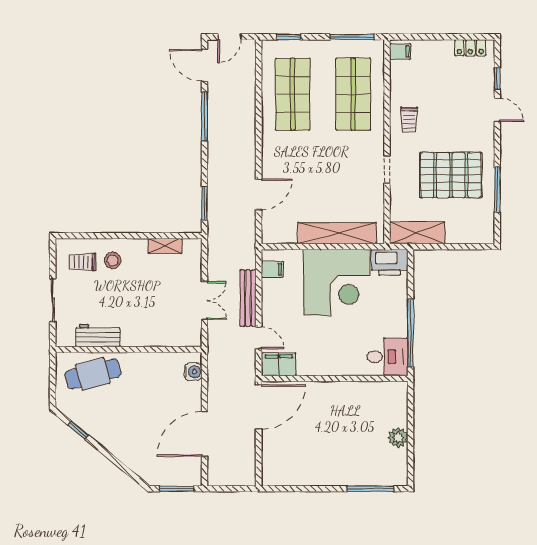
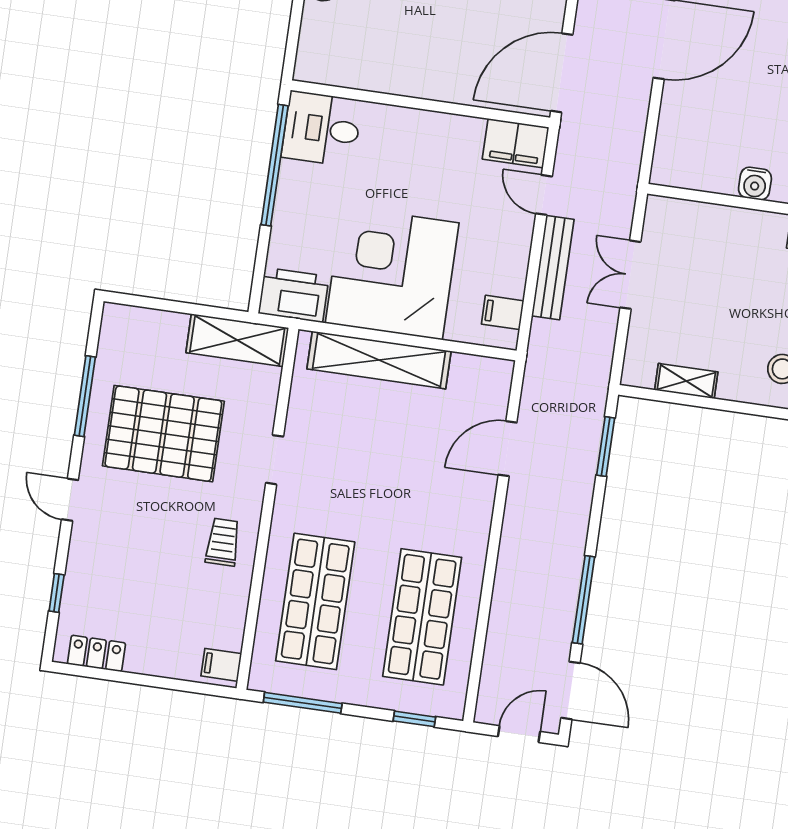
door: (497, 110) -> (70, 500), moved
water cooler: (193, 372) -> (755, 184), moved, turned -90

